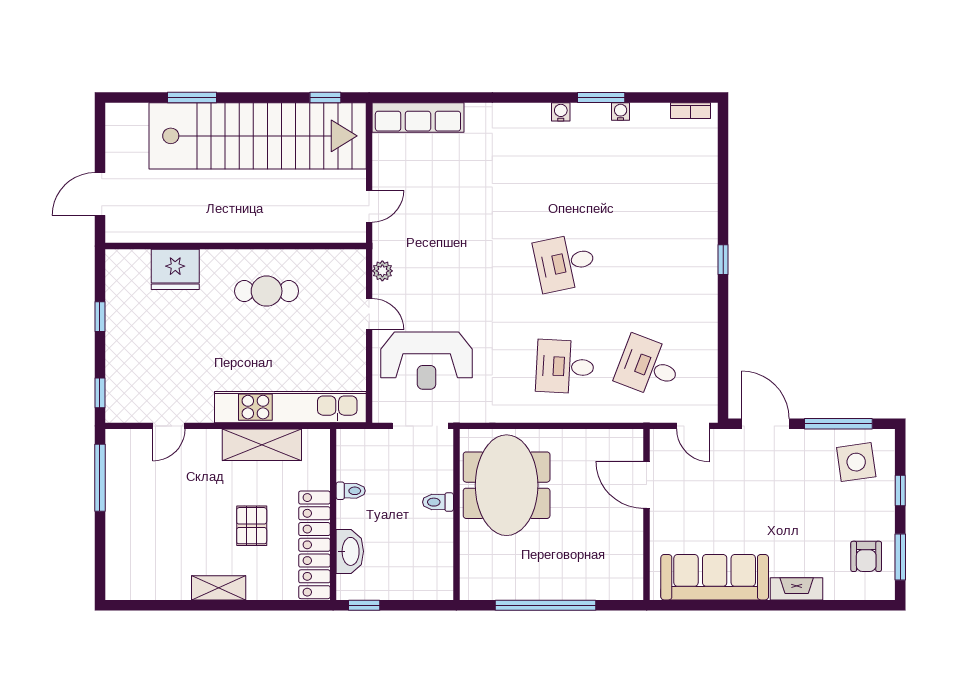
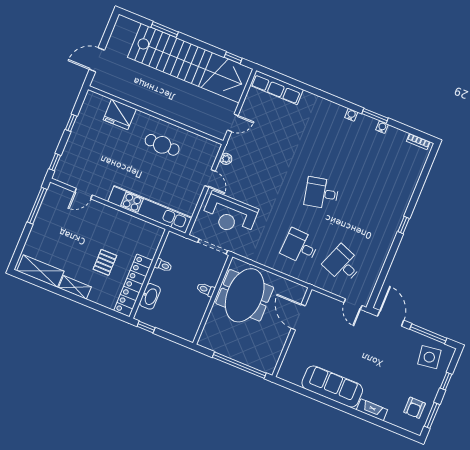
shelving: (262, 445) -> (40, 271), moved
door: (647, 485) -> (298, 317), moved
wall: (647, 514) -> (292, 332), moved

